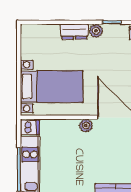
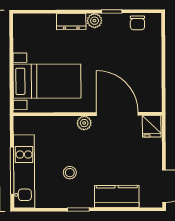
dishwasher: (30, 127) -> (24, 125), removed
stool: (72, 172) -> (70, 173), added

